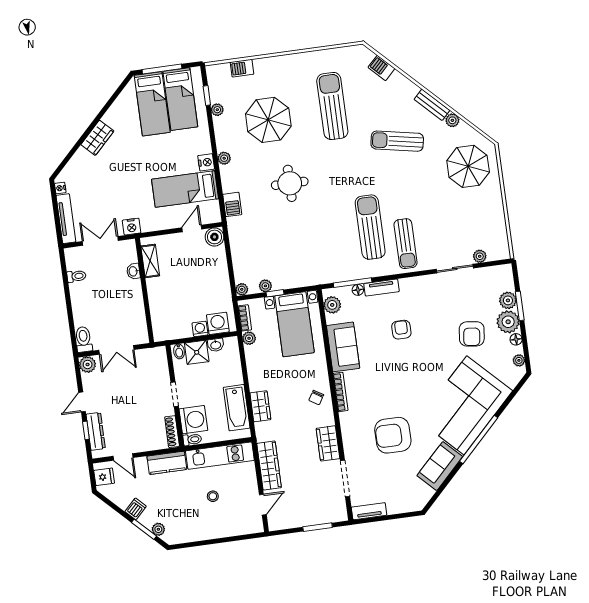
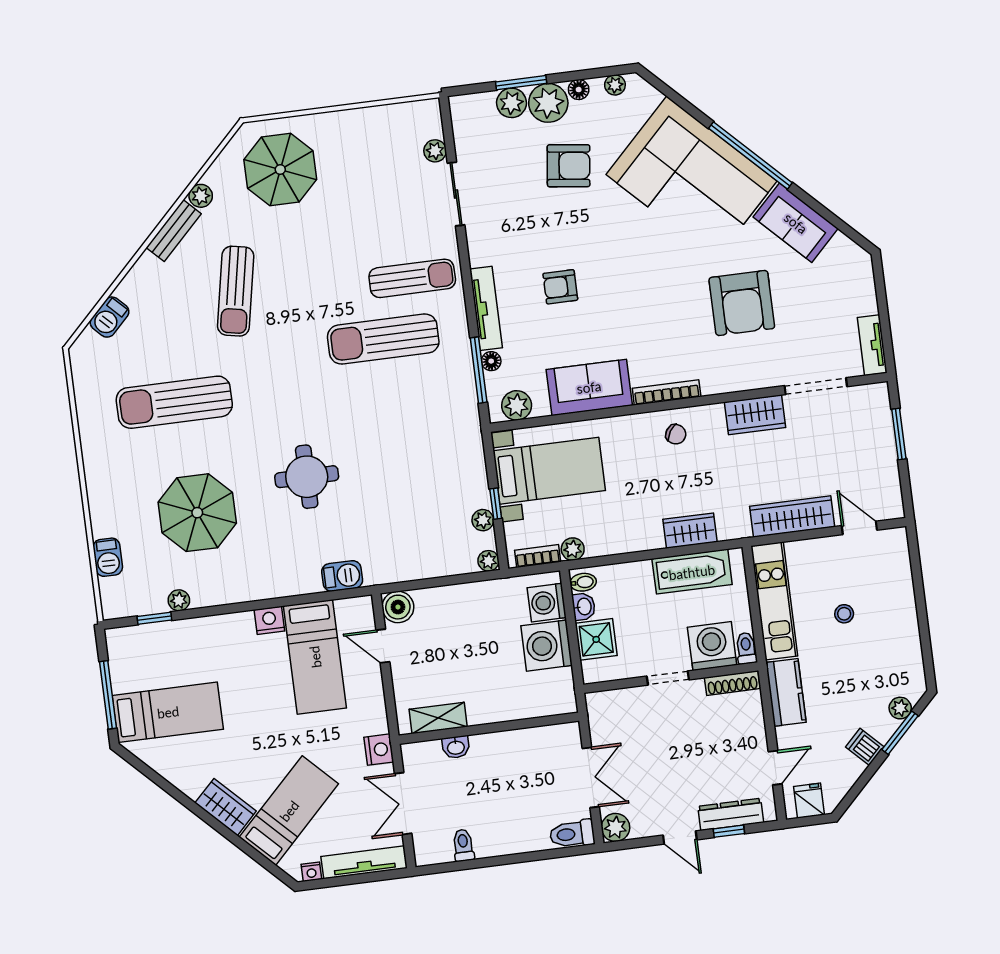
bed: (180, 99) -> (289, 811), moved, turned -45
plant: (224, 158) -> (262, 589), removed
tv unit: (382, 288) -> (486, 308), width x1.41
washing machine: (200, 329) -> (547, 646), width x1.89, depth x1.89
bidet: (179, 351) -> (583, 582), moved

